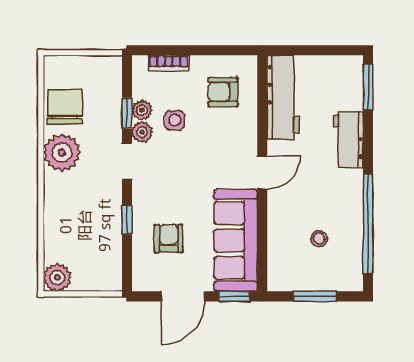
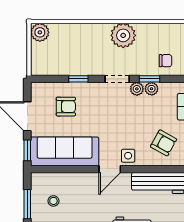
armchair: (223, 92) -> (164, 143), turned 119
chair: (65, 107) -> (165, 61), moved, width x0.54, depth x0.54
side table: (175, 120) -> (128, 156), moved
door: (262, 173) -> (110, 169), hinge flipped
stool: (319, 239) -> (53, 201), moved

